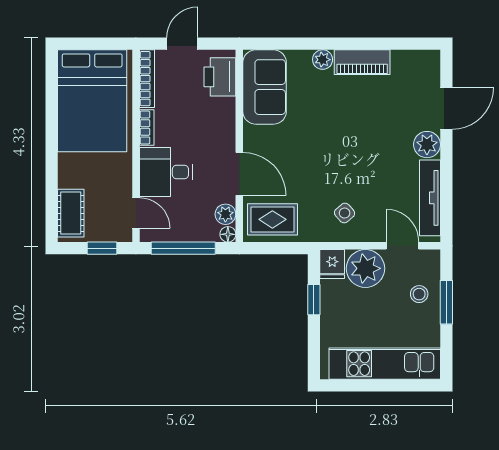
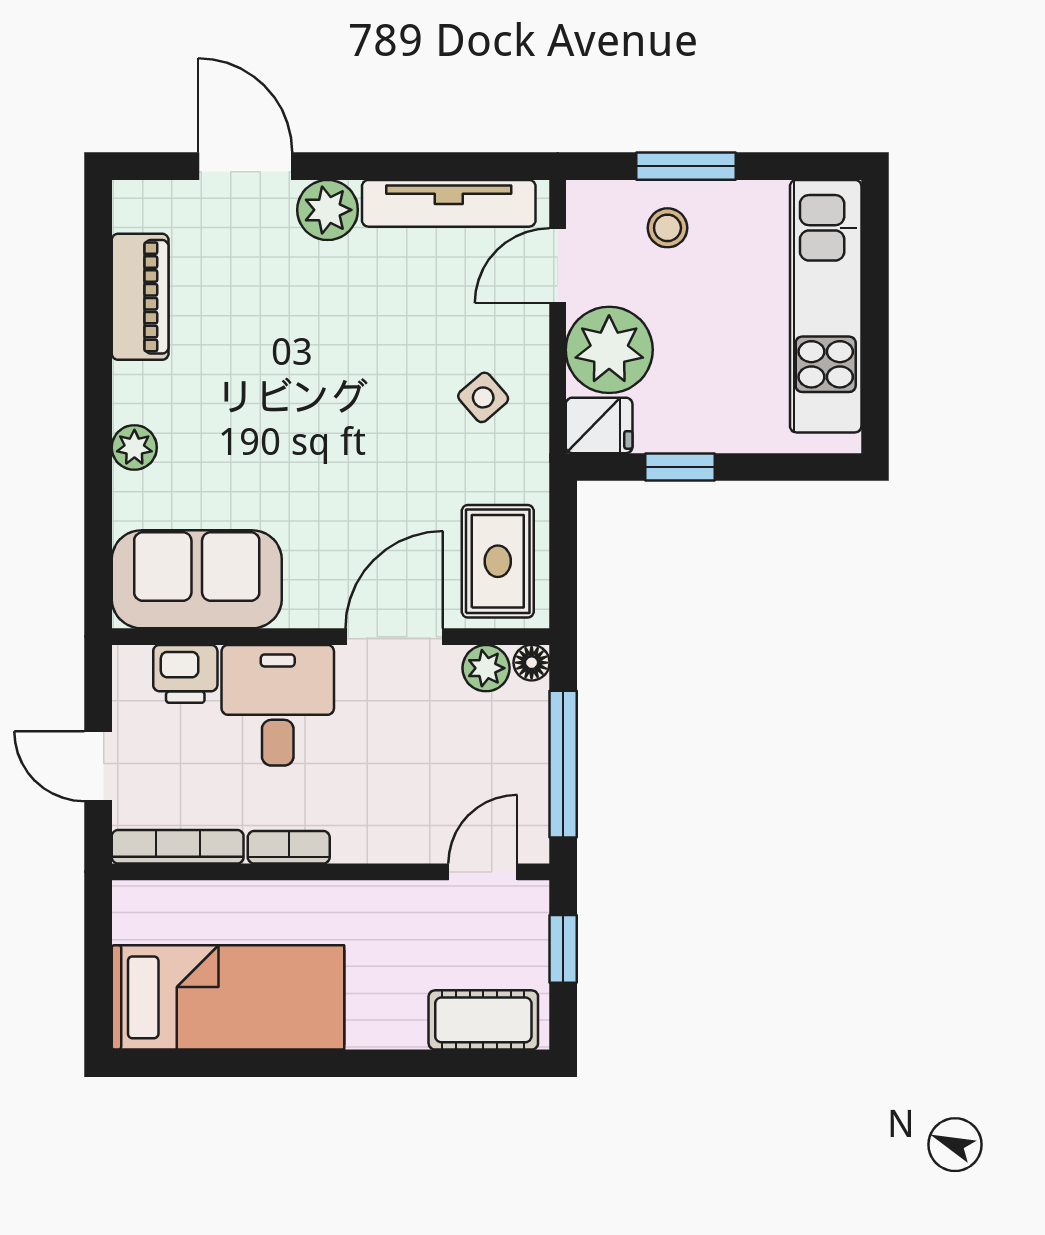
piano: (362, 62) -> (140, 297), moved
printer: (220, 77) -> (185, 674), width x0.73, depth x0.81
bed: (92, 101) -> (228, 997), width x0.67
desk: (166, 172) -> (278, 705), moved, turned 180

